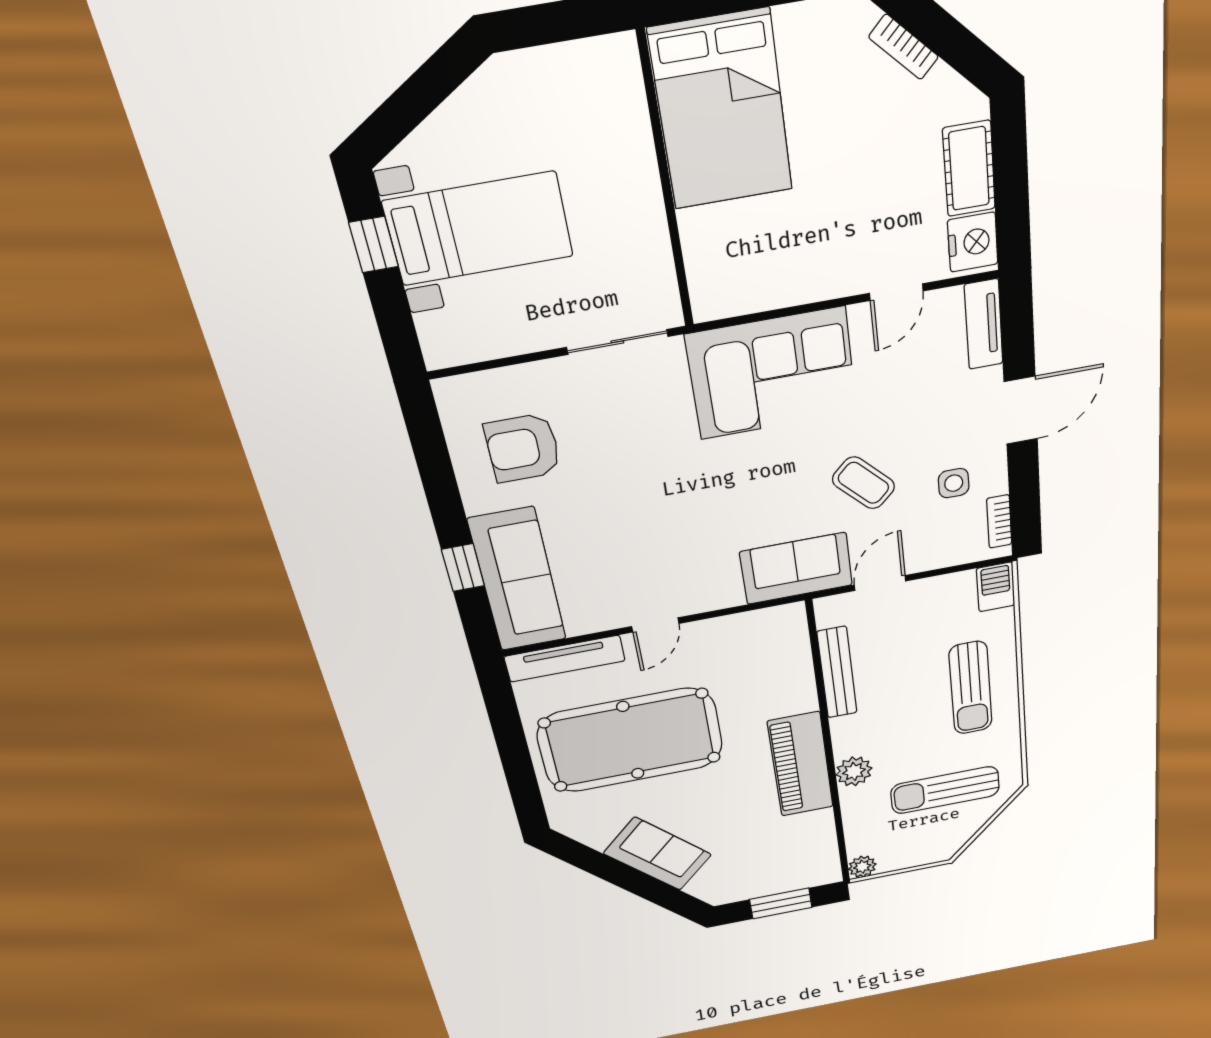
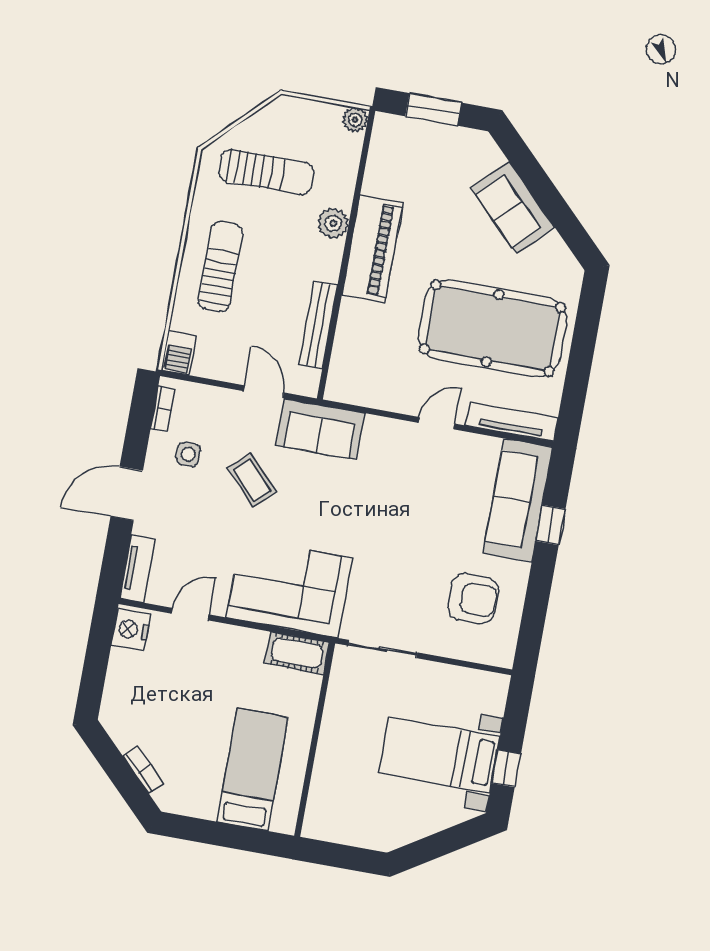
bed: (721, 110) -> (253, 770), width x0.67
cot: (969, 169) -> (297, 653), moved, turned 90
door: (880, 583) -> (264, 392), swing flipped

